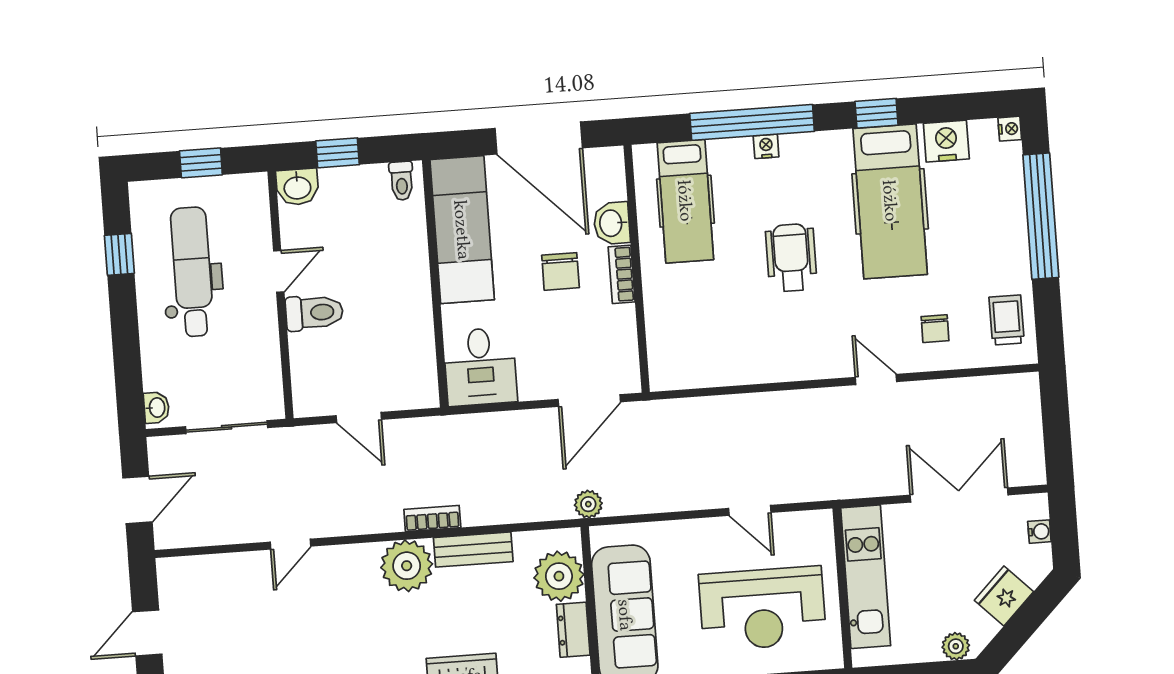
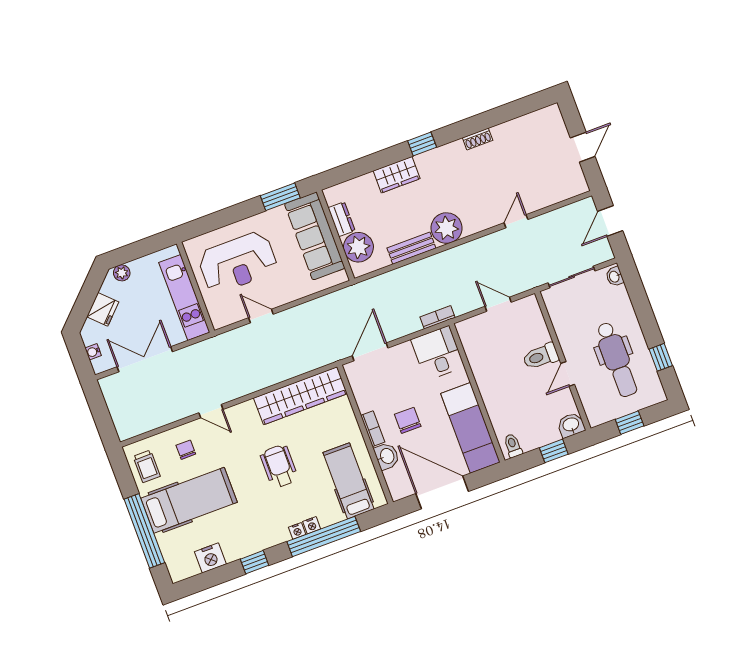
nightstand: (1010, 129) -> (297, 531), moved, turned -90
hospital bed: (890, 201) -> (189, 500), moved, turned 90
wheelchair: (791, 258) -> (279, 466), turned 180
wardrobe: (723, 362) -> (300, 396), added
double door: (959, 495) -> (145, 359), swing flipped
plant: (588, 504) -> (354, 293), removed
bookcase: (432, 518) -> (438, 317), moved, turned 180
reception desk: (762, 609) -> (238, 262), turned 180

